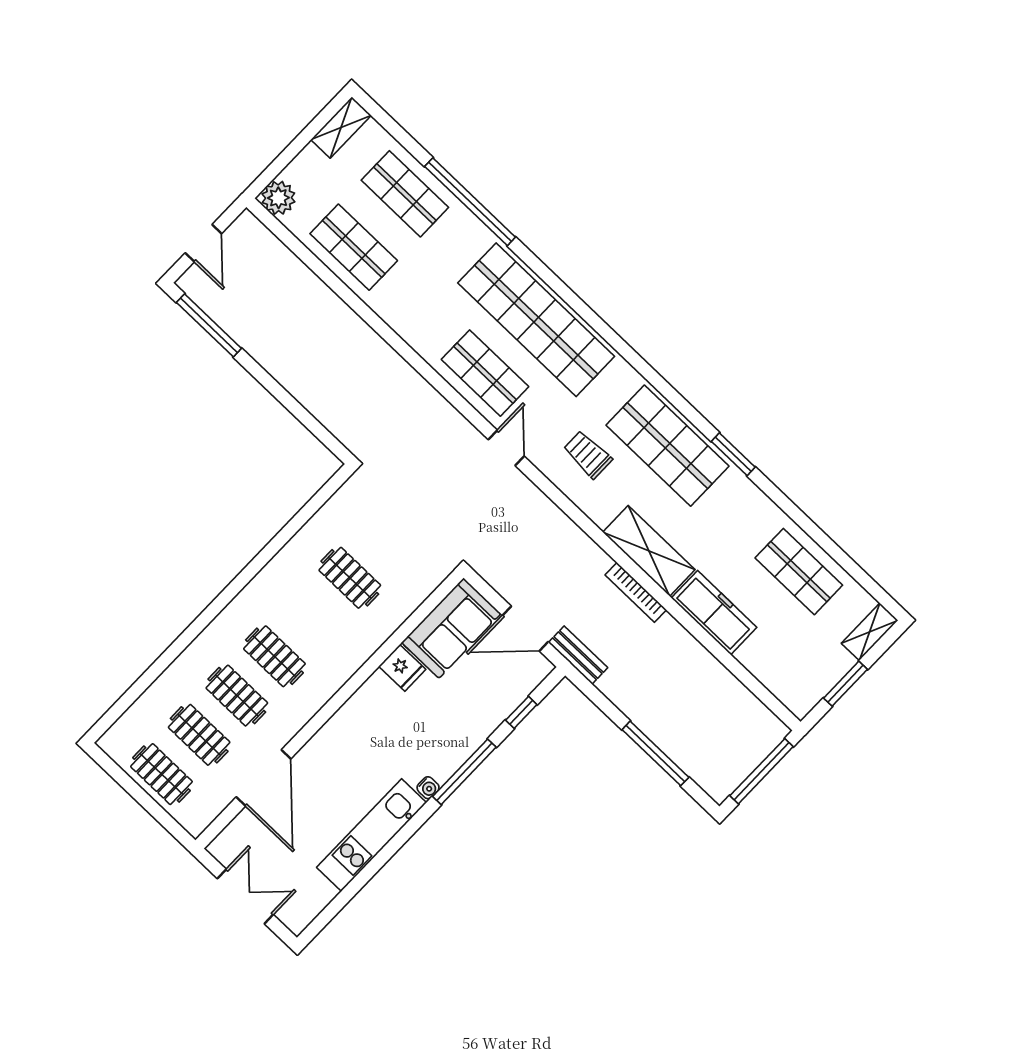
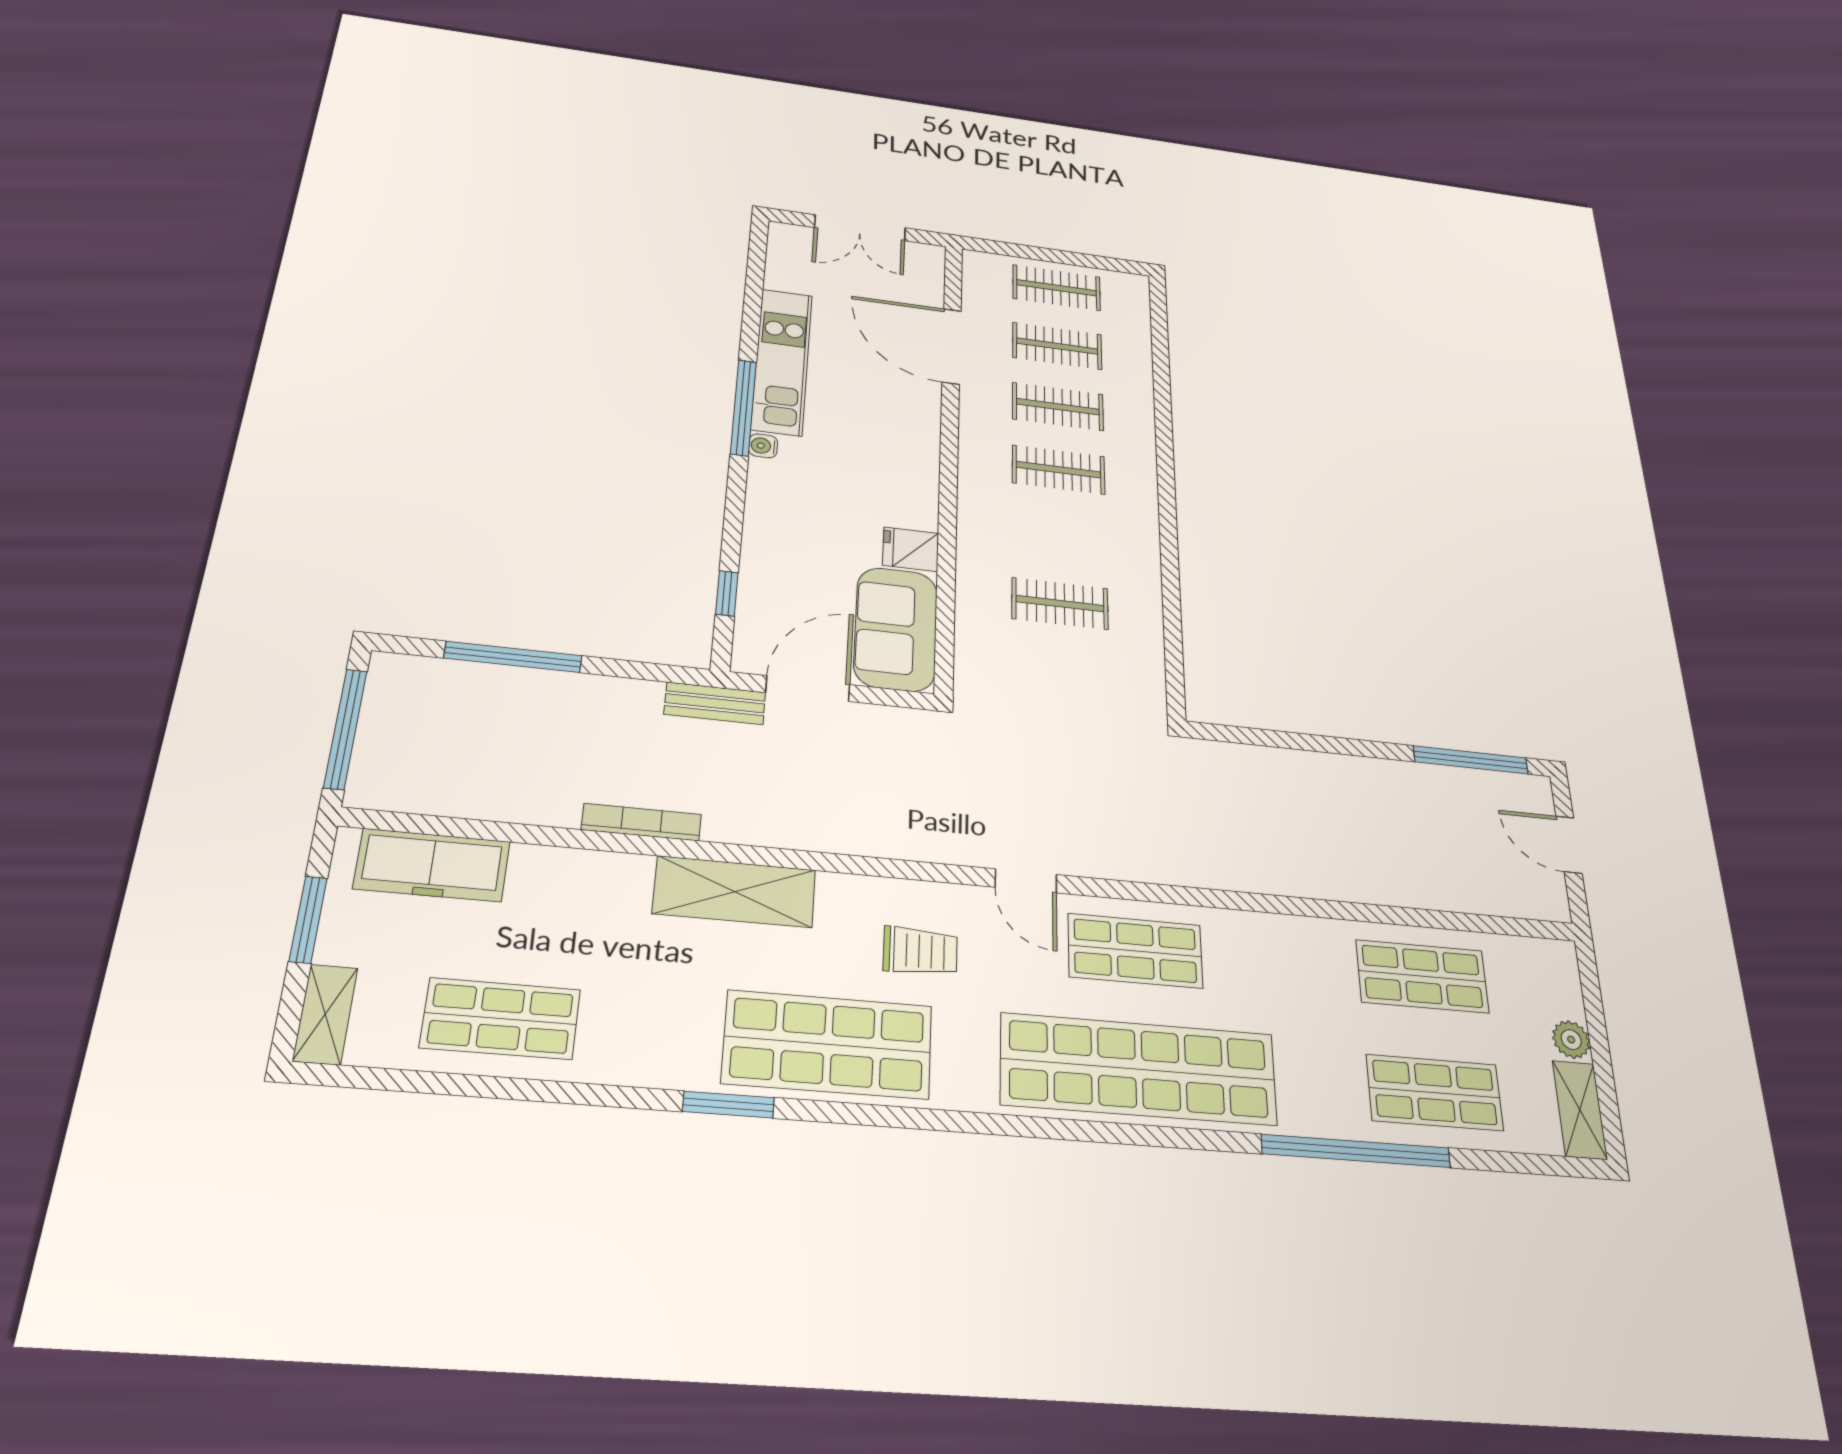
plant: (278, 198) -> (1571, 1040), moved, width x0.73, depth x0.73
bookcase: (636, 592) -> (642, 822), moved
freezer: (714, 613) -> (432, 865), moved
window: (464, 772) -> (743, 408), moved

